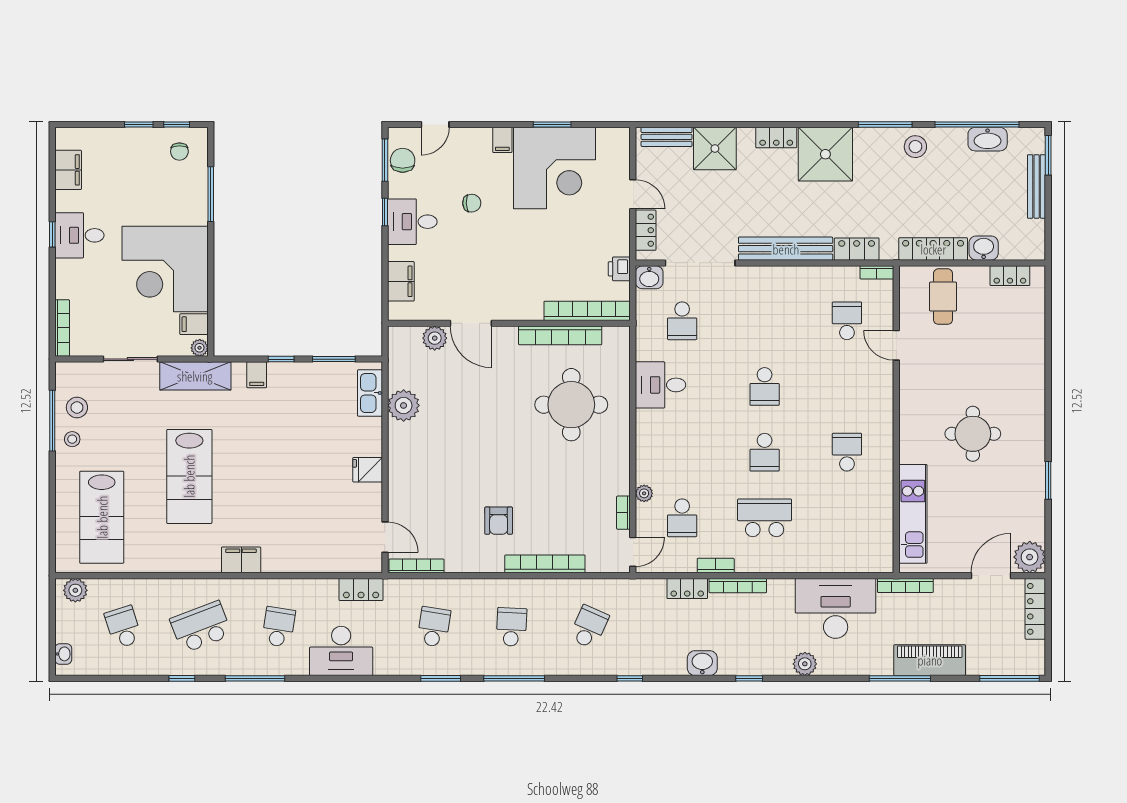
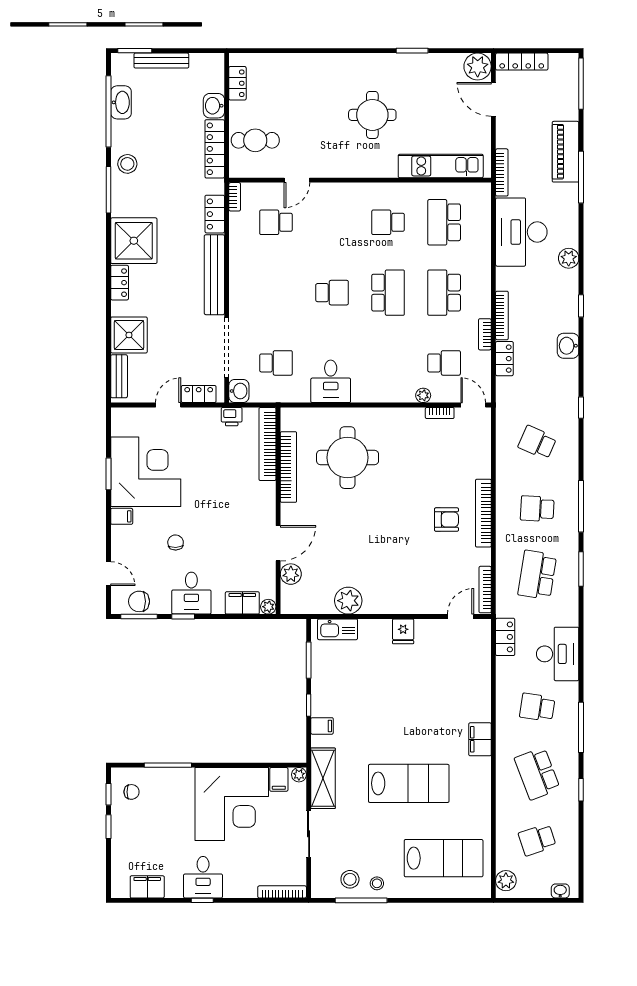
plant: (396, 312) -> (268, 607), added
school desk: (765, 452) -> (388, 293), width x1.85
school desk: (847, 518) -> (444, 222), added
bookcase: (545, 564) -> (483, 513), moved
school desk: (434, 627) -> (537, 575), width x1.85

